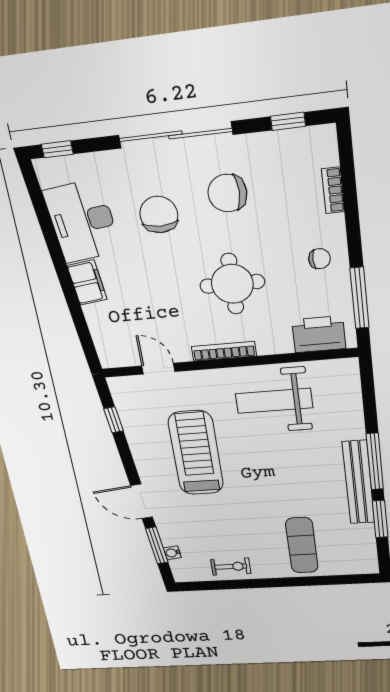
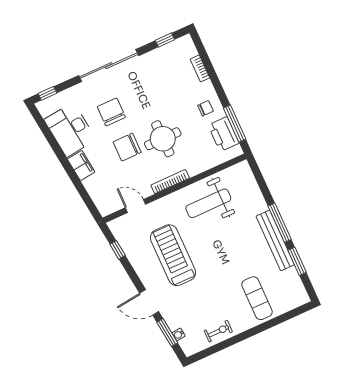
chair: (227, 193) -> (127, 147), moved
printer: (319, 334) -> (224, 134), moved, turned -90

